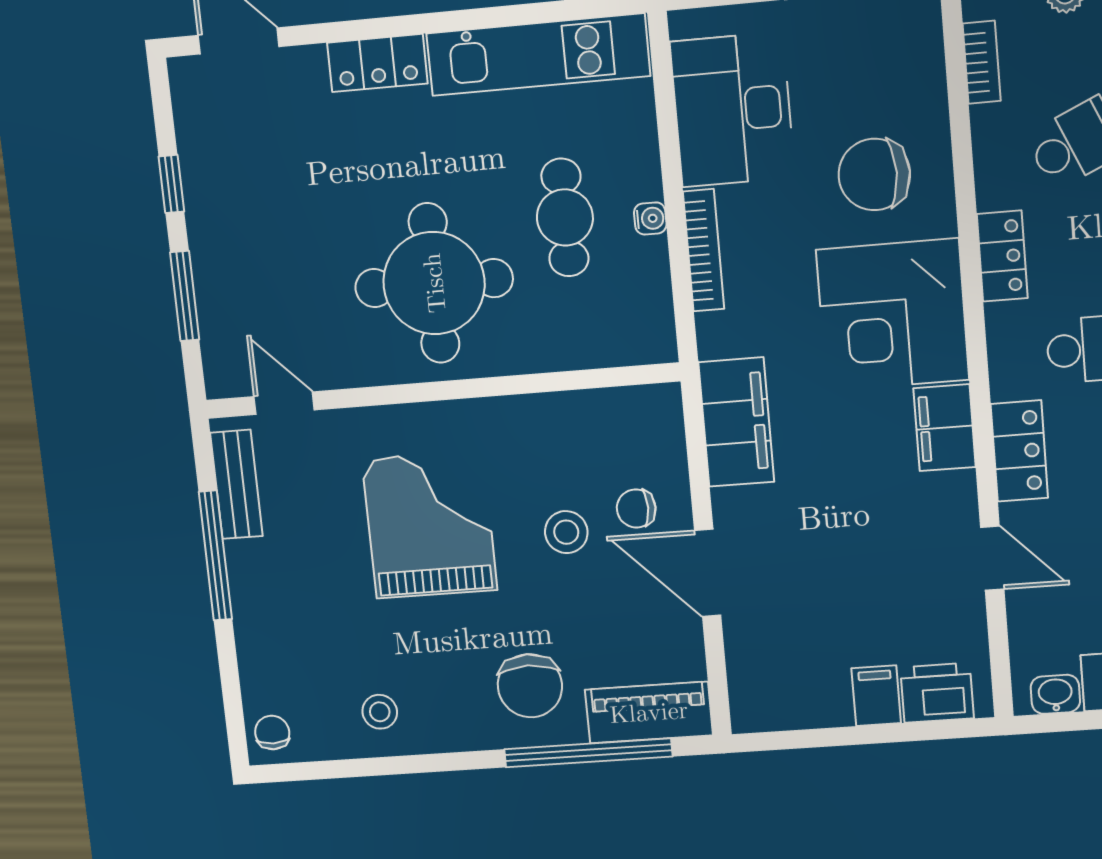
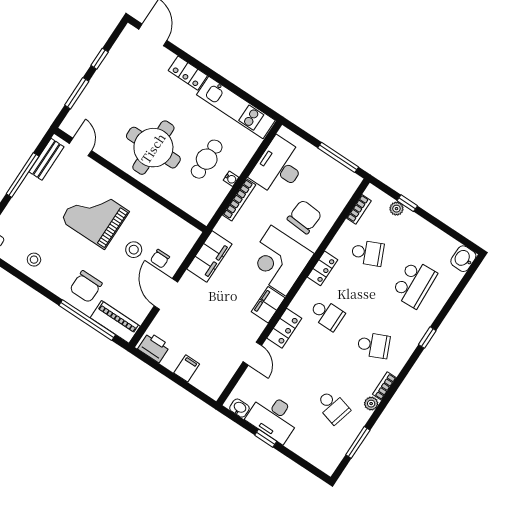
chair: (874, 175) -> (304, 217), turned 94
chair: (636, 508) -> (160, 259), turned -90
grand piano: (430, 525) -> (95, 216), turned -90
printer: (937, 693) -> (154, 347), moved

